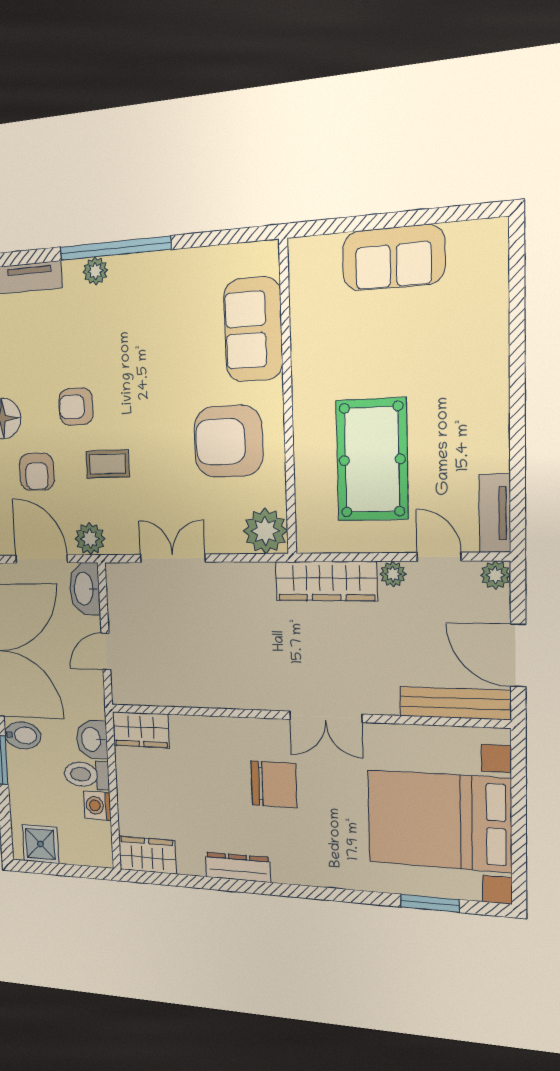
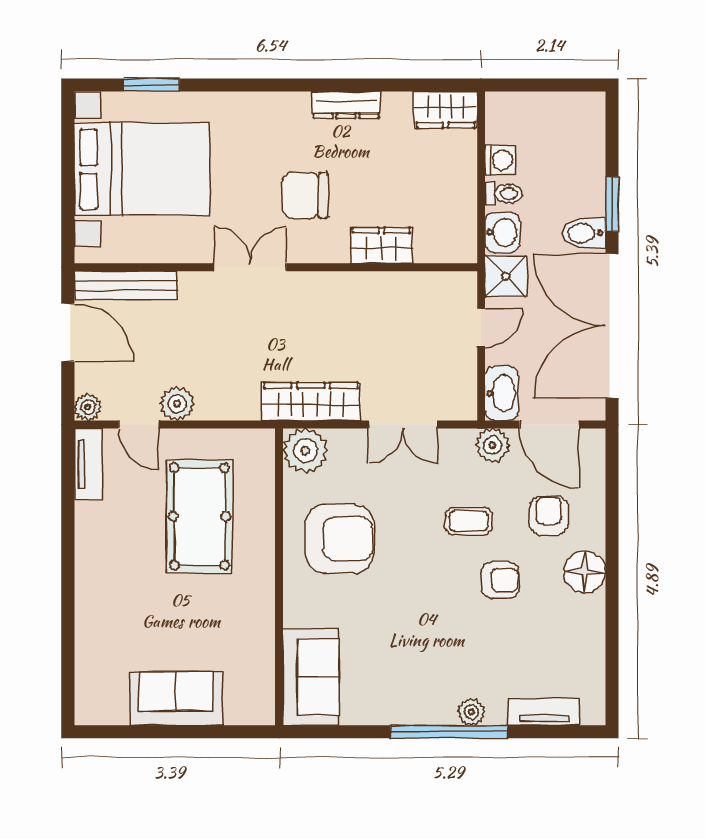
sofa: (253, 329) -> (311, 677), moved
plant: (393, 574) -> (177, 404), width x1.38, depth x1.38
wardrobe: (326, 581) -> (311, 401), moved
wardrobe: (141, 730) -> (381, 245), moved
toilet: (87, 775) -> (504, 194), width x0.73, depth x0.72
shower: (40, 844) -> (506, 276), moved

